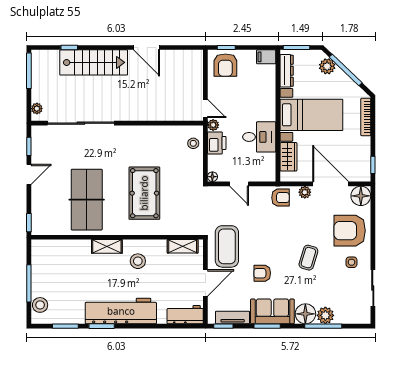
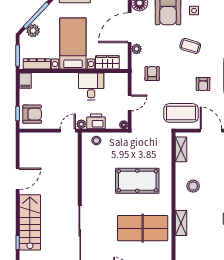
armchair: (280, 198) -> (152, 74), moved
shelving: (107, 246) -> (181, 223), moved

